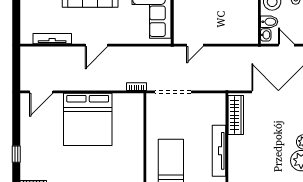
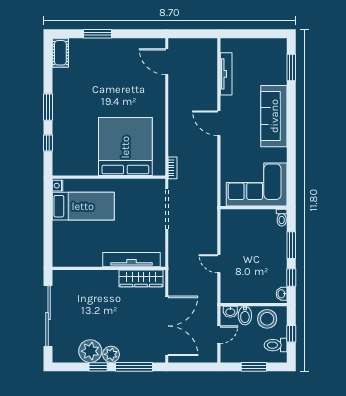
door: (195, 45) -> (219, 264), moved
bed: (88, 119) -> (125, 147), moved, turned 90
tv unit: (219, 151) -> (131, 260), moved
window: (16, 154) -> (98, 34), width x1.50

